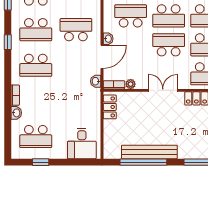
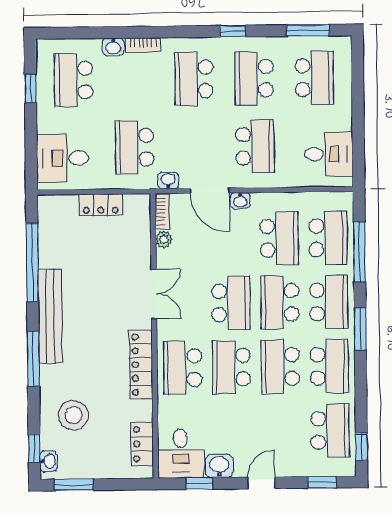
school desk: (76, 101) -> (135, 147), added
locker: (110, 107) -> (101, 205), moved
bench: (149, 152) -> (50, 316), moved

